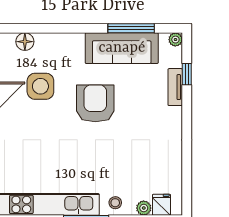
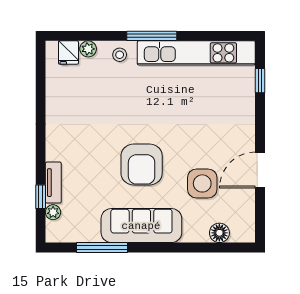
plant: (175, 40) -> (53, 212), moved
sofa: (122, 48) -> (141, 226), moved

